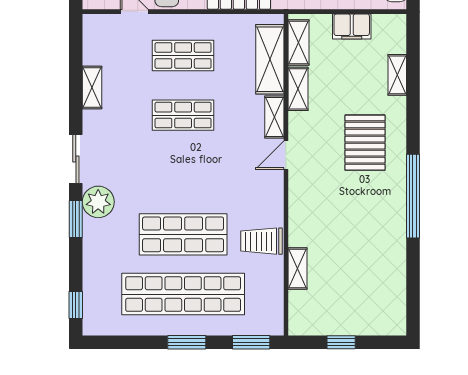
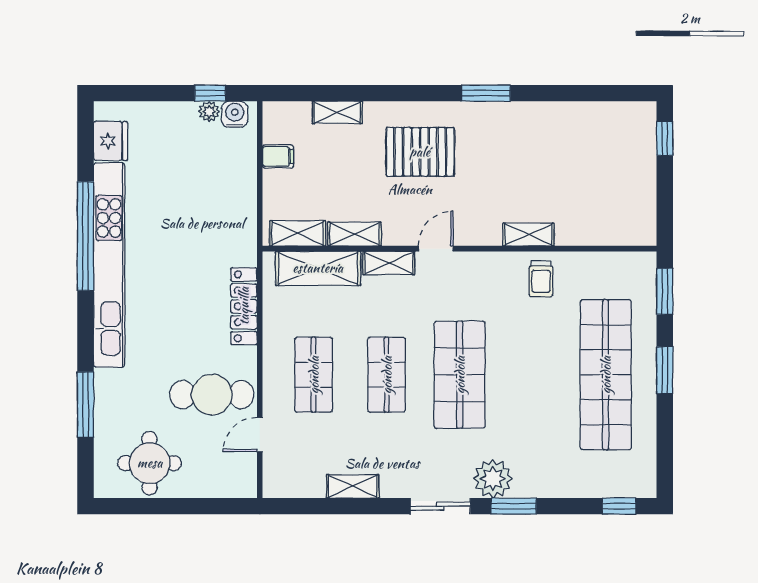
filing cabinet: (352, 27) -> (278, 156), width x0.50
door: (286, 155) -> (436, 249), swing flipped
window: (413, 196) -> (486, 93), width x0.47
shop shelf: (183, 234) -> (460, 375), moved
trolley: (261, 241) -> (541, 279), width x0.73, depth x0.72
shelving: (298, 268) -> (529, 235), moved
window: (341, 342) -> (665, 138), moved

